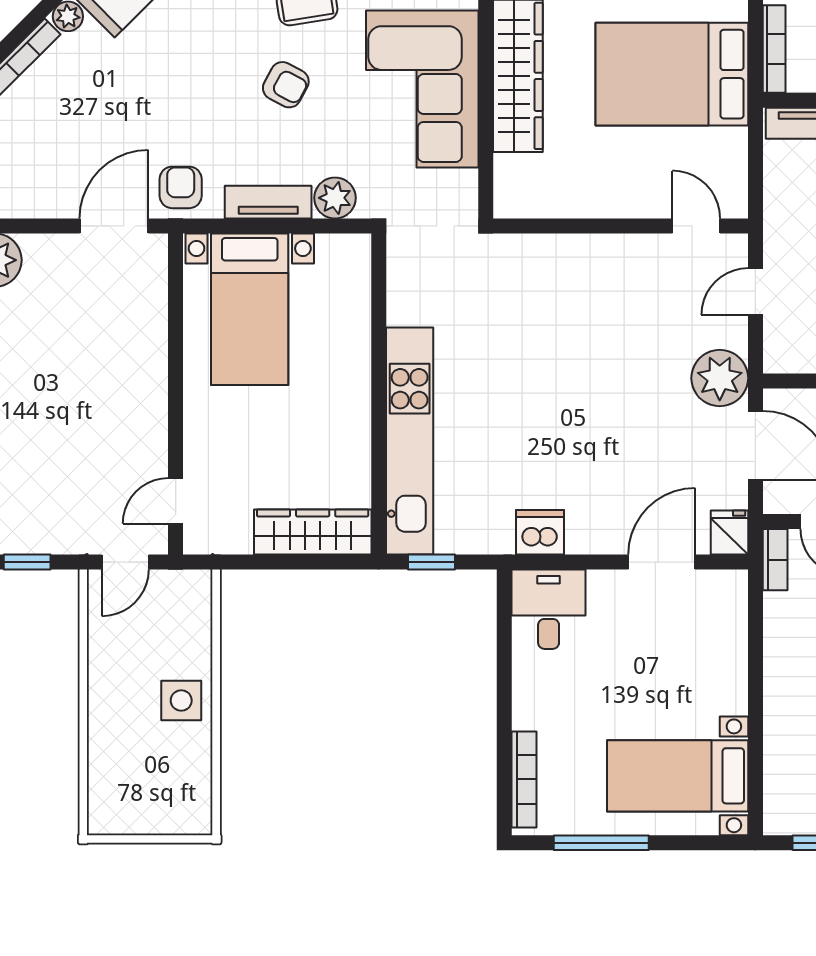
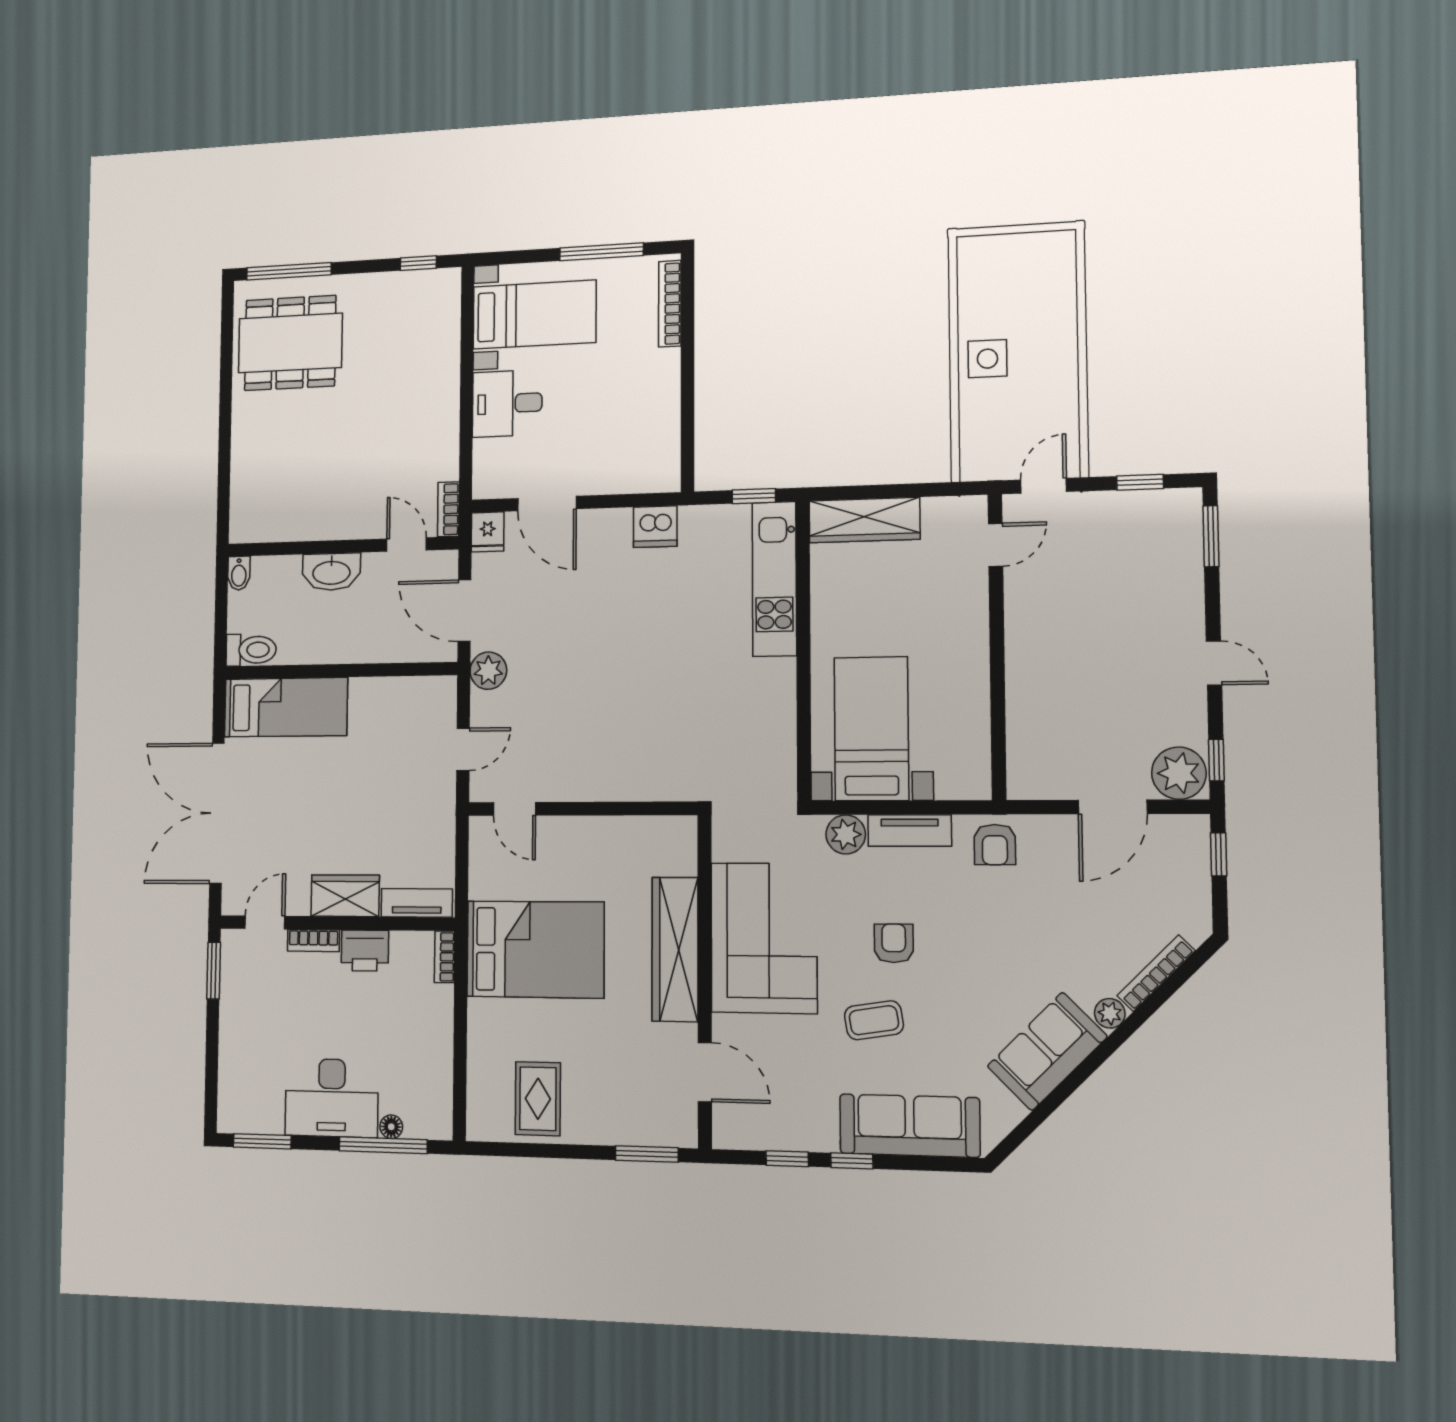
bookcase: (774, 49) -> (445, 957), width x0.64
armchair: (286, 85) -> (894, 943), turned 62
door: (114, 226) -> (1113, 807), moved
bed with nightstands: (250, 309) -> (871, 729), moved
plant: (720, 378) -> (488, 671), width x0.73, depth x0.73
kitchen unit: (410, 441) -> (774, 579), width x0.73
door: (662, 562) -> (547, 504), hinge flipped
desk: (549, 609) -> (507, 403), moved, turned 90

